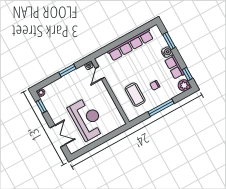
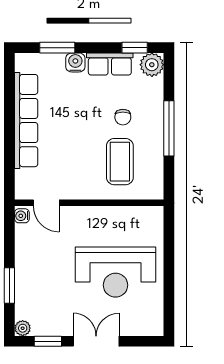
window: (67, 71) -> (9, 285), moved
coffee table: (135, 95) -> (120, 162), turned 90
reception desk: (87, 119) -> (115, 272), turned 180
double door: (58, 136) -> (96, 341), moved

